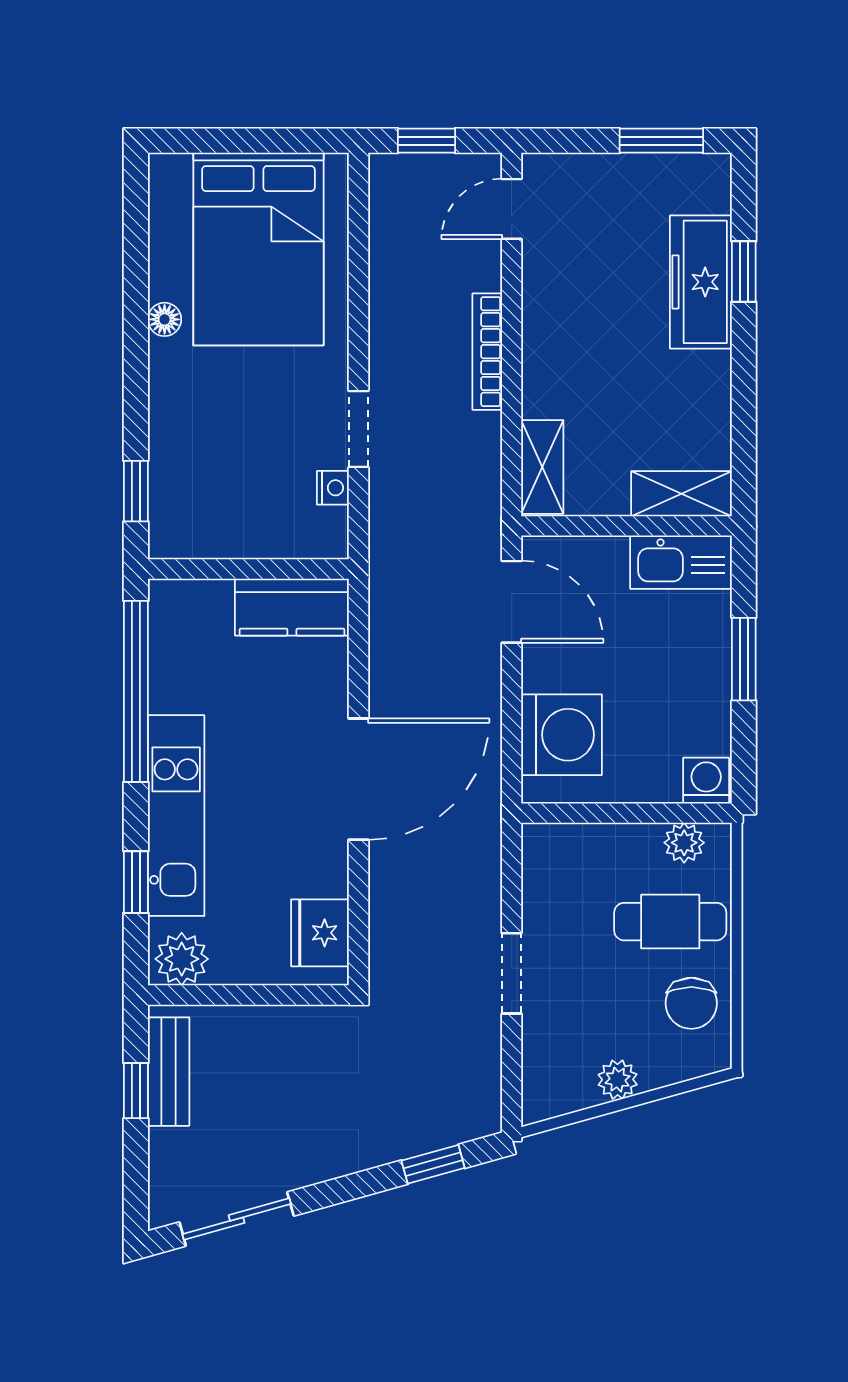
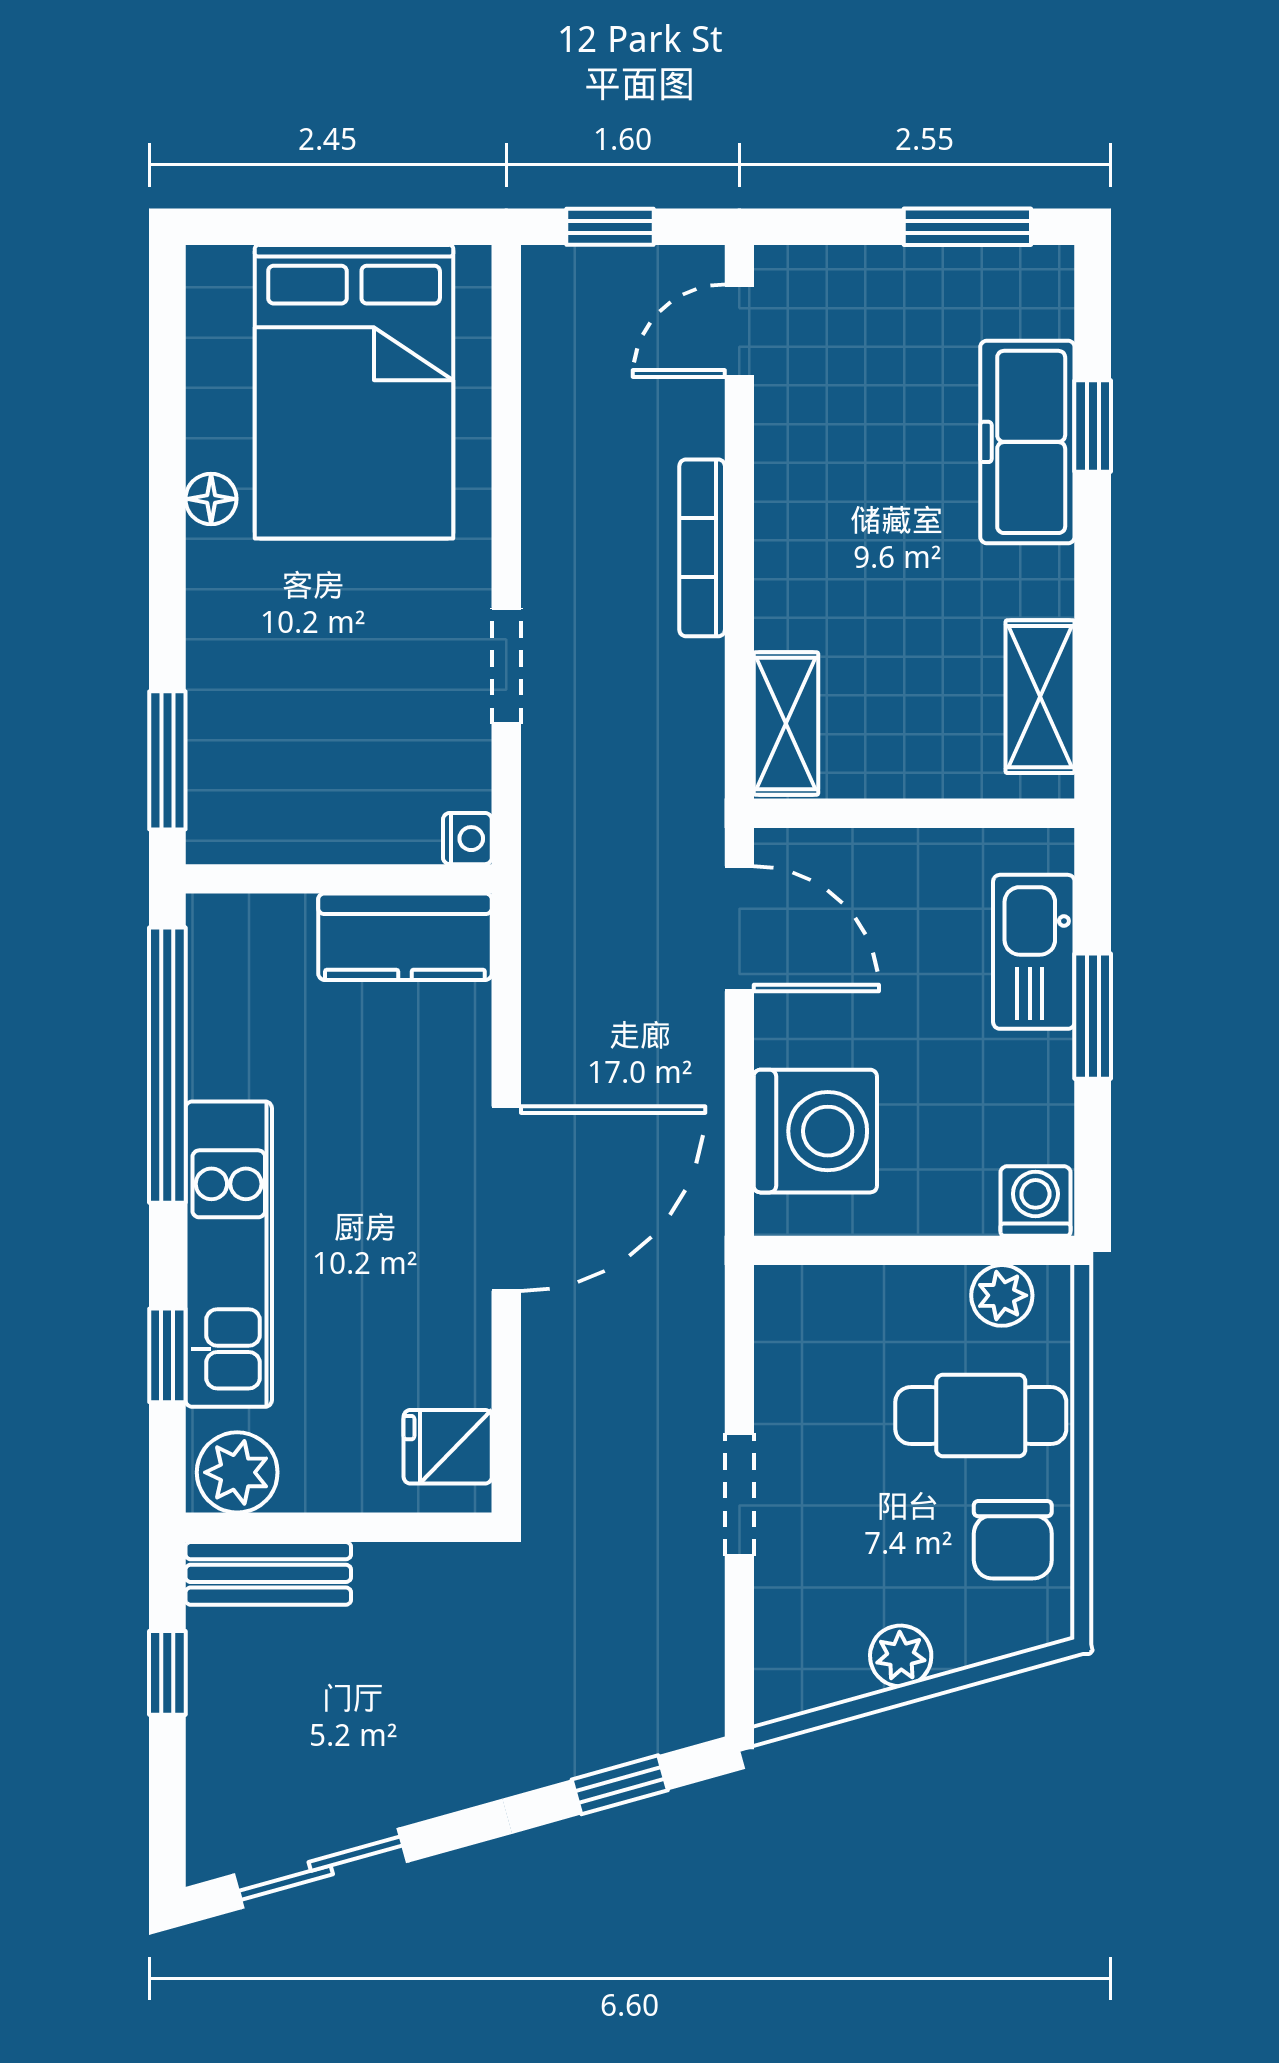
nightstand: (333, 488) -> (467, 839), moved
window: (136, 491) -> (167, 760), width x1.50
shelving: (682, 494) -> (1040, 697), moved, turned 90
kitchen sink: (681, 562) -> (1034, 952), moved, turned 90
fridge: (320, 933) -> (448, 1447), width x0.72
bench: (169, 1072) -> (268, 1573), moved, turned 90

